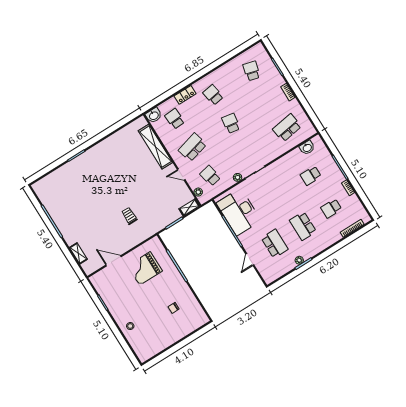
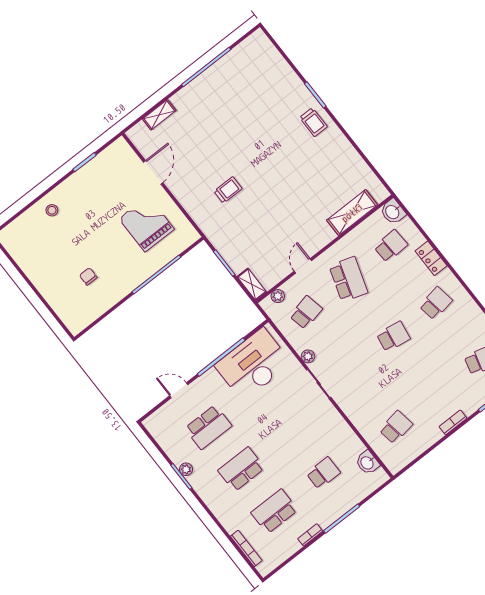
school desk: (287, 128) -> (396, 427), width x0.54
shelving: (155, 147) -> (352, 213), width x0.68
school desk: (192, 147) -> (348, 279), turned 33
trolley: (93, 159) -> (313, 122), added
school desk: (311, 176) -> (323, 473), turned 90
school desk: (331, 208) -> (274, 511), width x1.85

